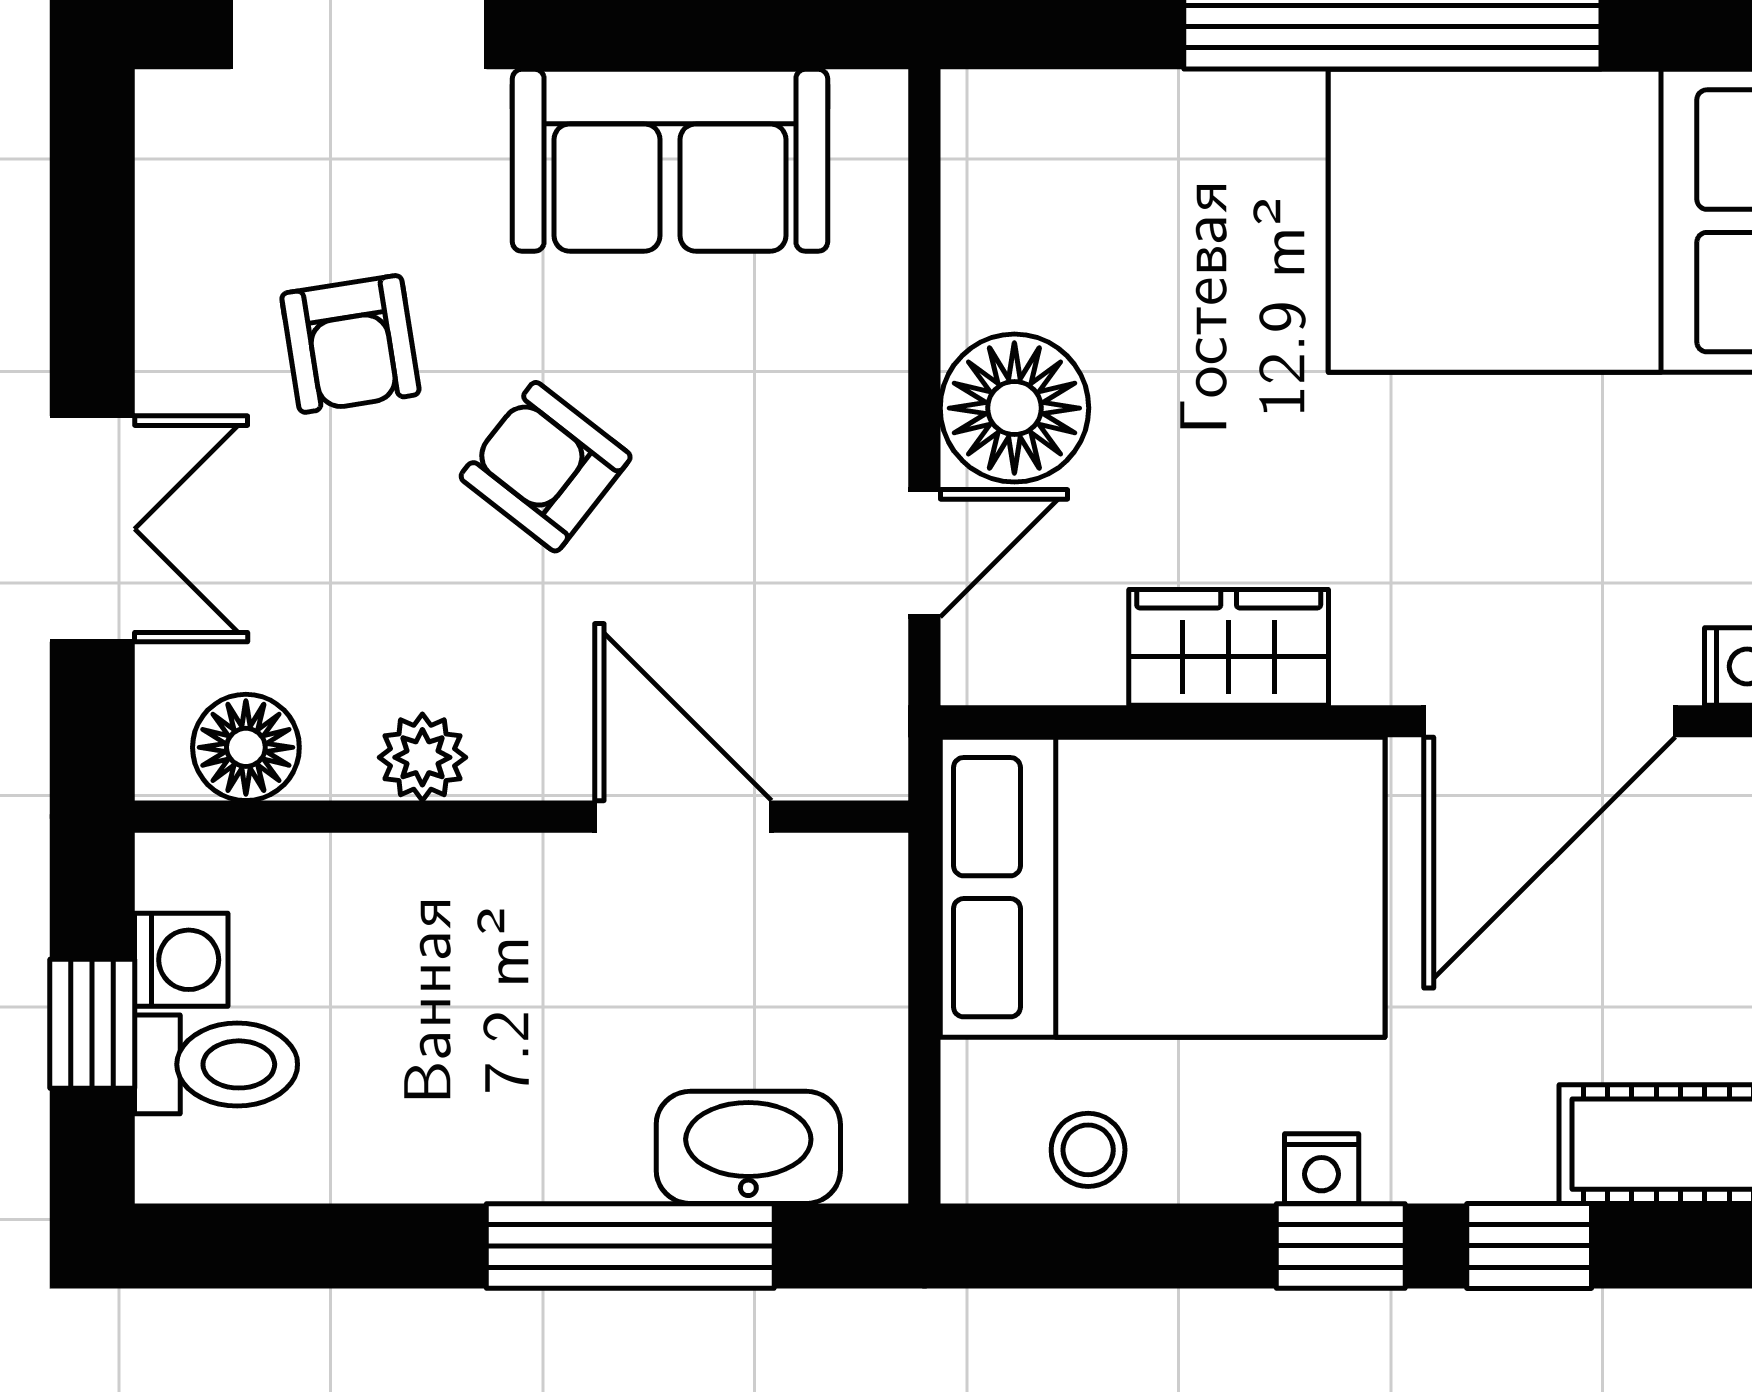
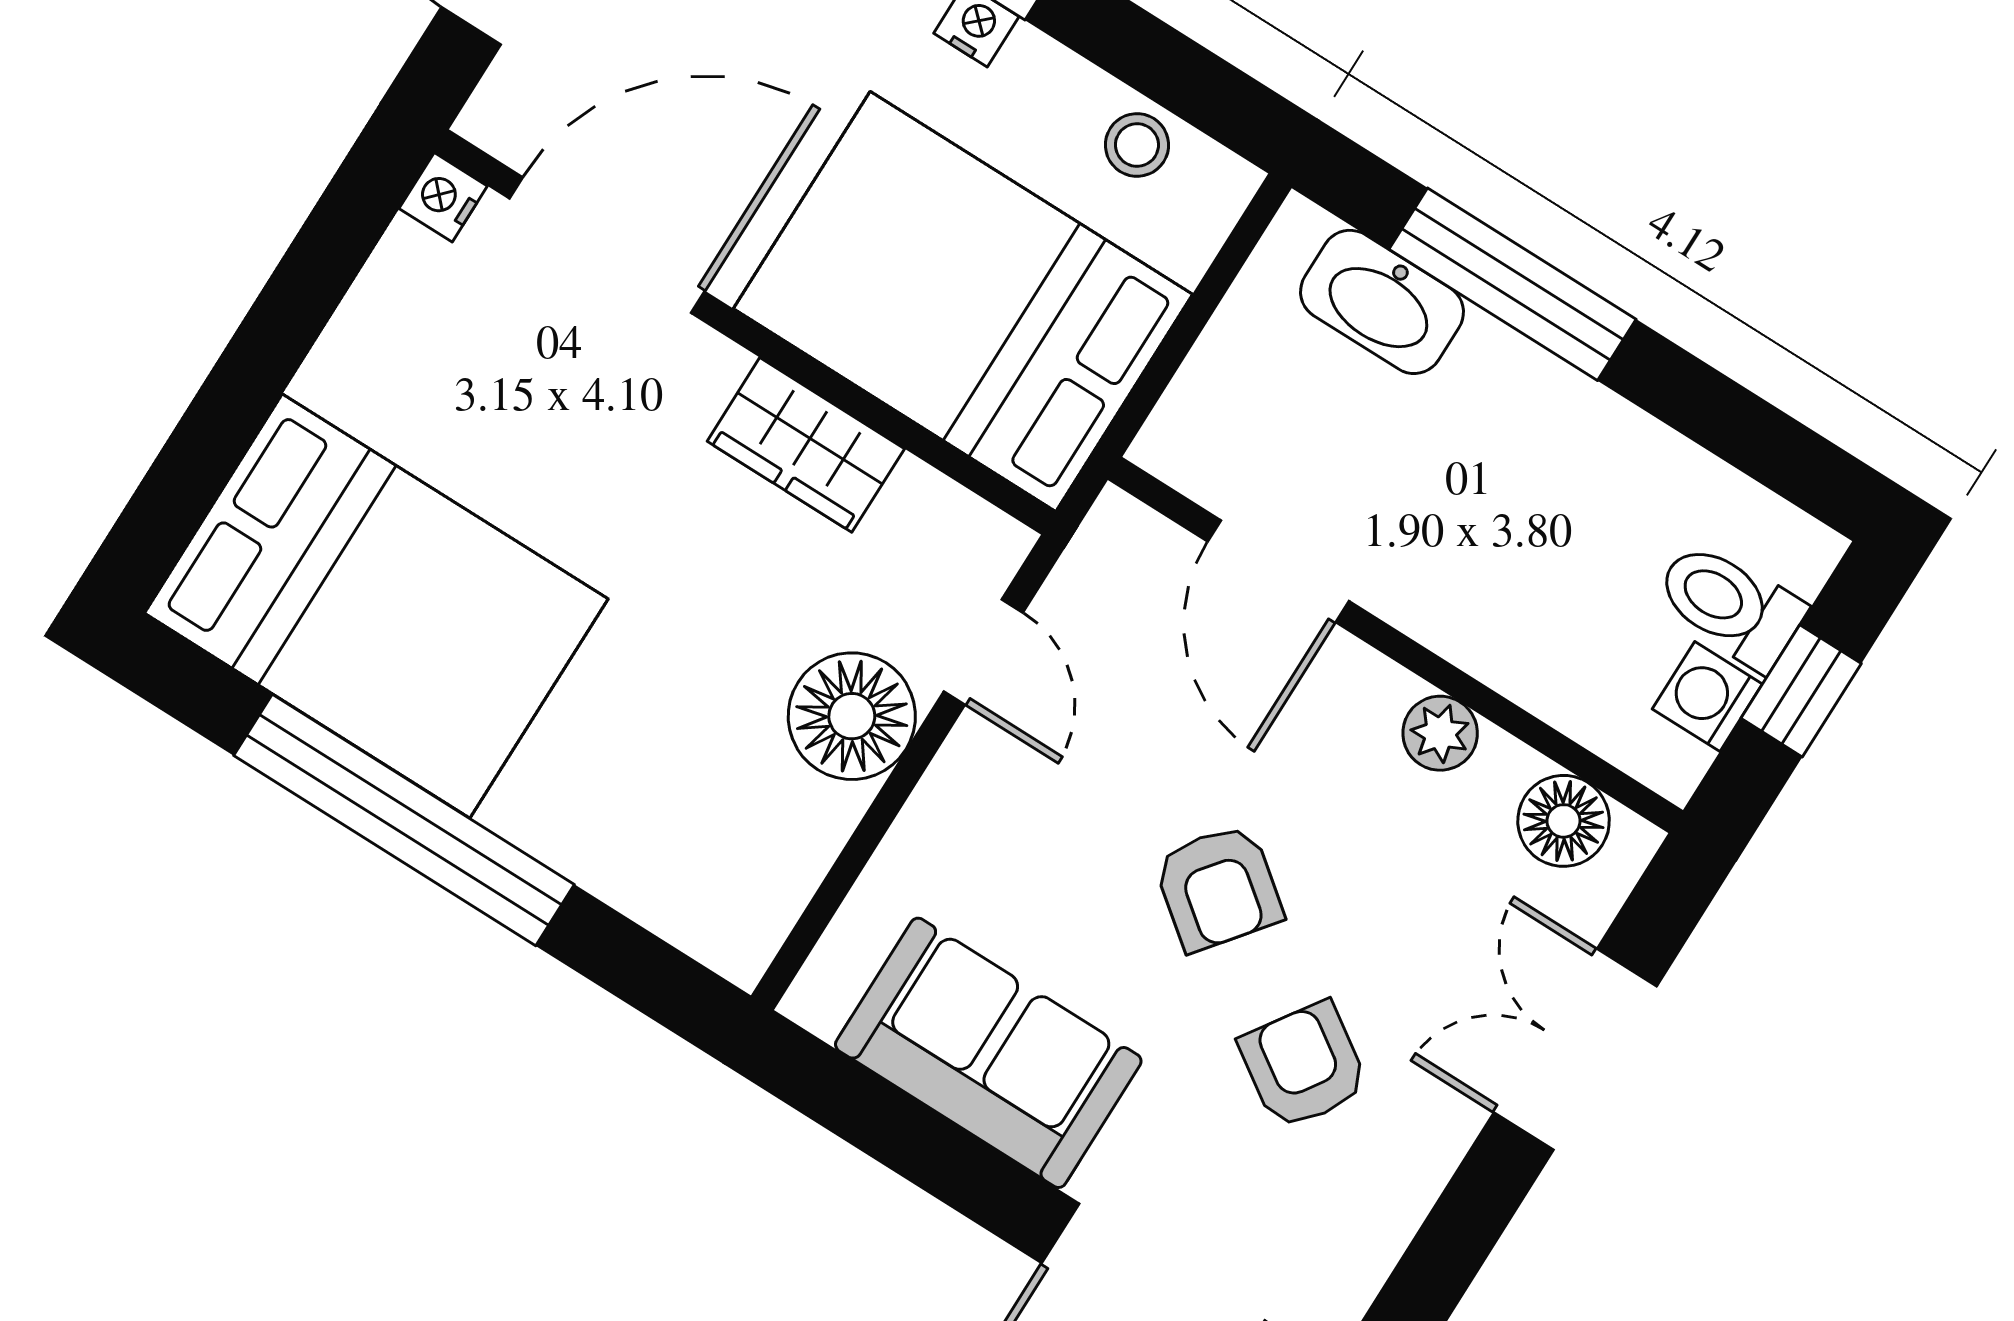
armchair: (350, 344) -> (1304, 1066), turned -47
door: (924, 553) -> (983, 652), swing flipped

